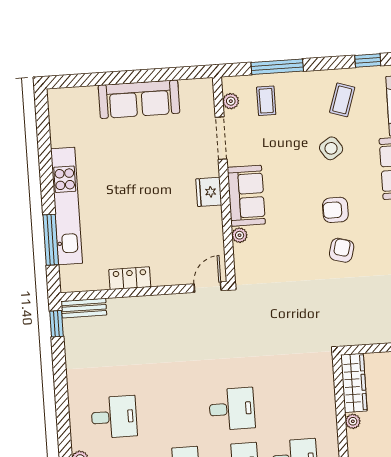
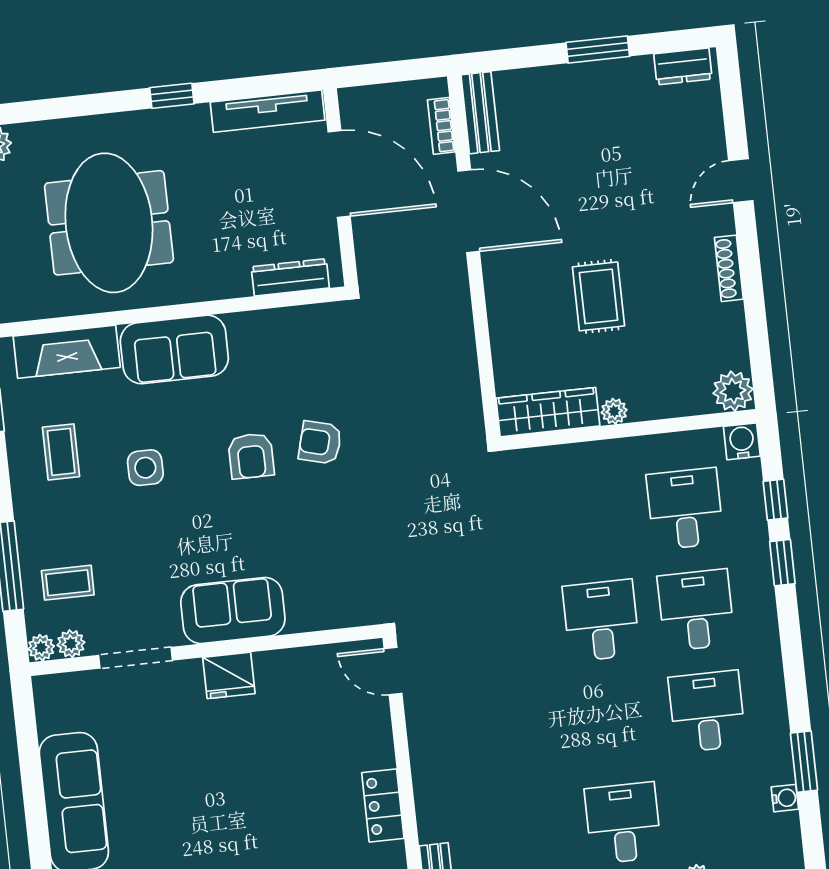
coffee table: (342, 100) -> (61, 452), turned 72
side table: (331, 148) -> (145, 468), turned 34
plant: (240, 235) -> (41, 648), moved

